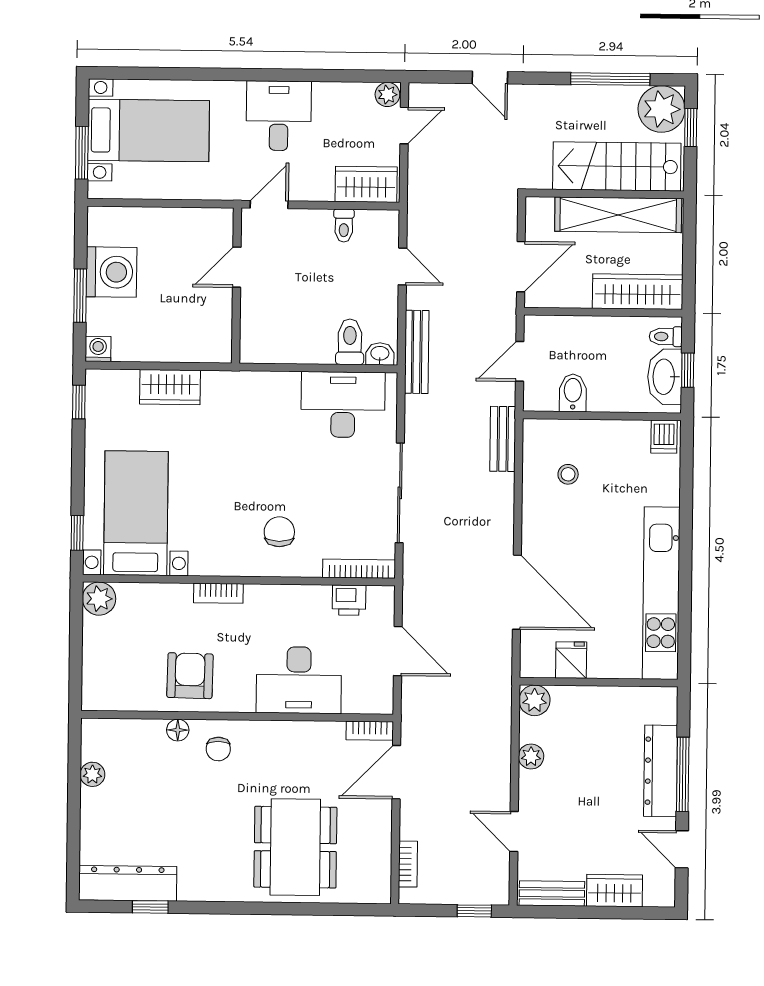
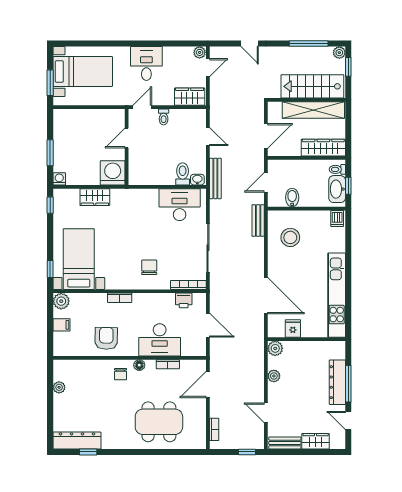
plant: (662, 109) -> (339, 53), width x0.53, depth x0.53
toilet: (344, 226) -> (164, 117), moved
washing machine: (111, 272) -> (113, 173), moved, turned -90
stool: (568, 474) -> (290, 237), width x1.89, depth x1.89
filing cabinet: (99, 647) -> (62, 325), added
floor lamp: (178, 730) -> (139, 365), moved
bookcase: (370, 731) -> (168, 364), moved
dining table: (295, 847) -> (159, 422), turned 90

